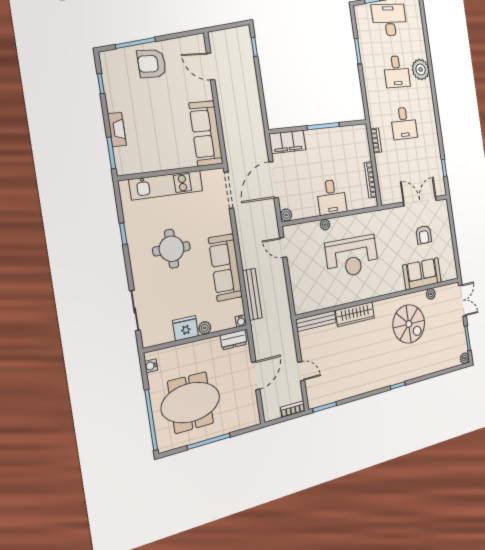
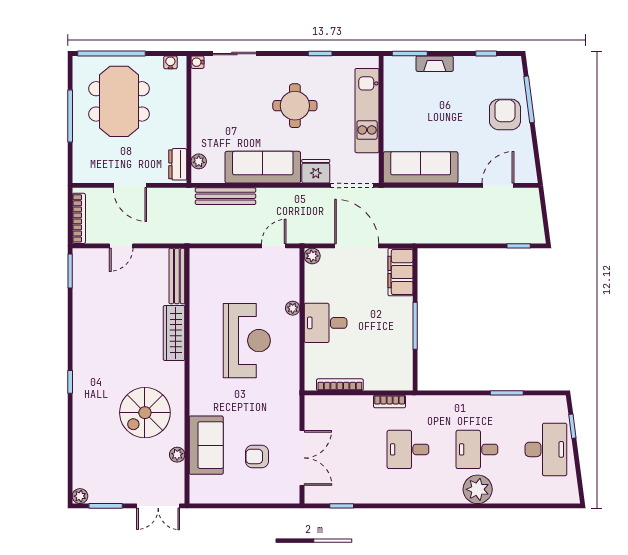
reception desk: (352, 257) -> (247, 341), turned 180
water cooler: (241, 321) -> (198, 62), moved
fridge: (186, 328) -> (316, 171), moved, turned -90
plant: (205, 328) -> (199, 161), moved
bookcase: (293, 409) -> (79, 218), width x1.56

